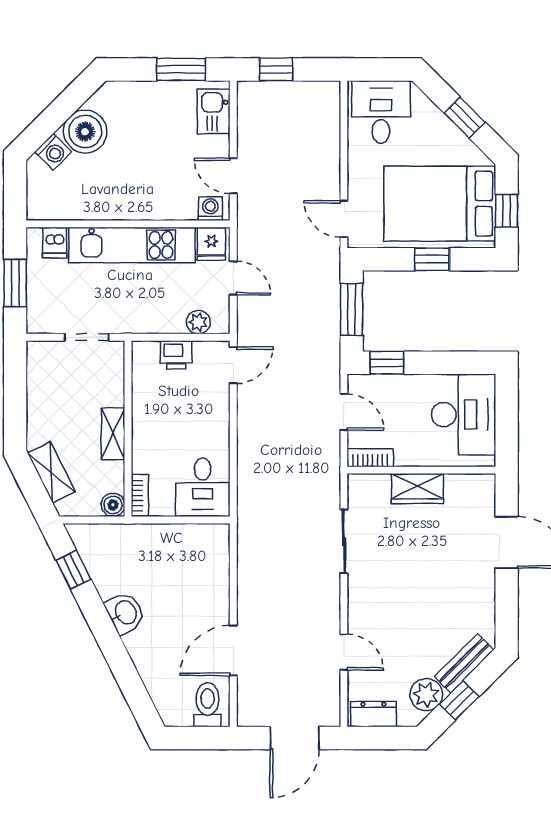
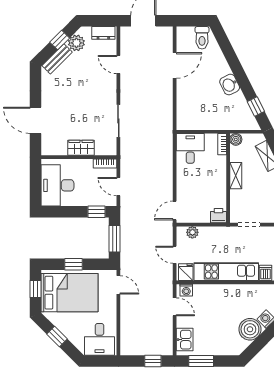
printer: (176, 355) -> (218, 216), moved
toilet: (208, 705) -> (202, 38), moved

